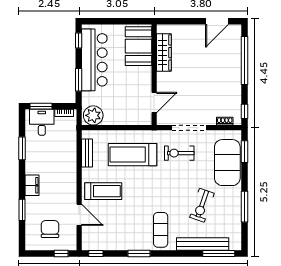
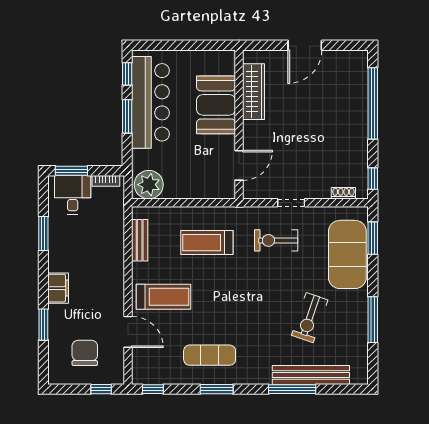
door: (217, 21) -> (305, 45), moved
booth: (139, 46) -> (216, 105), moved
window: (79, 80) -> (127, 116), moved
doorway: (189, 128) -> (291, 203), width x0.53
treadmill: (132, 155) -> (207, 243), width x0.73, depth x0.73
exercise mat: (161, 230) -> (210, 355), moved, turned 90
window: (219, 254) -> (292, 389), moved

